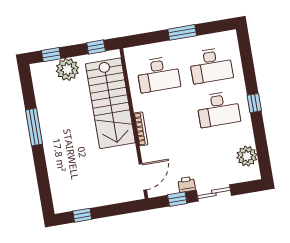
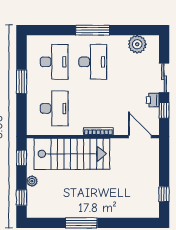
plant: (67, 69) -> (32, 181), width x0.53, depth x0.53
window: (254, 103) -> (93, 30), width x2.17

